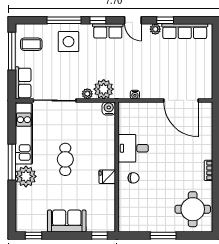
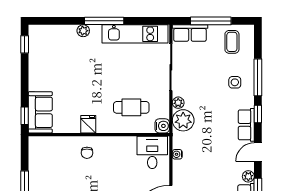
side table: (69, 42) -> (235, 82), width x0.54, depth x0.54
window: (12, 51) -> (211, 21), moved
desk: (133, 148) -> (152, 152), moved
cafe table: (65, 159) -> (131, 107), moved
plant: (26, 176) -> (83, 31), width x0.53, depth x0.53
sofa: (67, 221) -> (40, 112), moved

